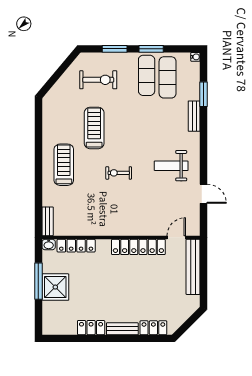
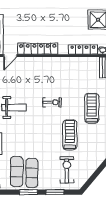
exercise bike: (98, 80) -> (67, 170), turned 90
treadmill: (94, 128) -> (70, 135), turned 180
treadmill: (64, 165) -> (92, 108), turned 180

